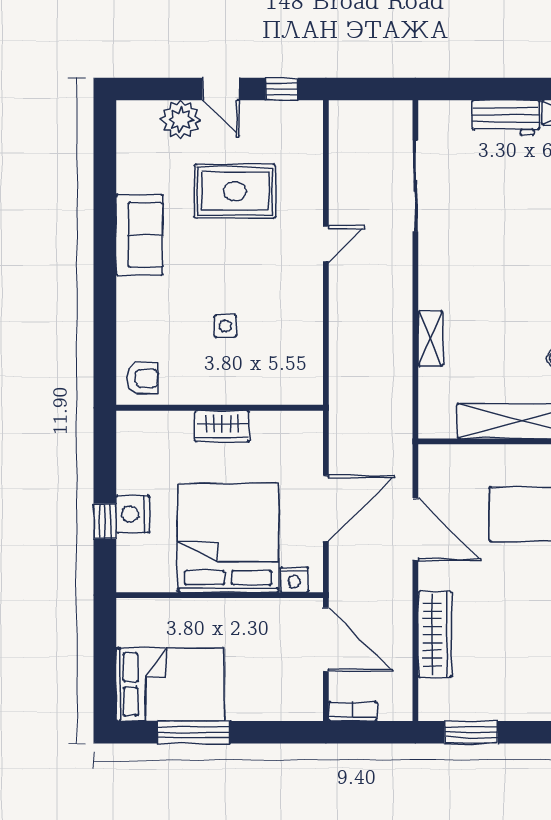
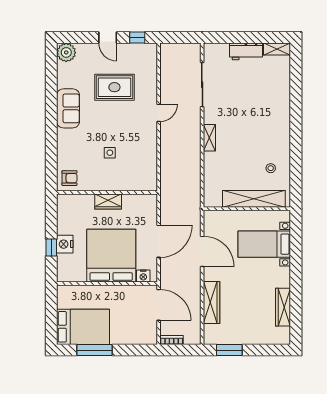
plant: (181, 120) -> (66, 52), moved
shelving: (430, 338) -> (209, 138), moved

